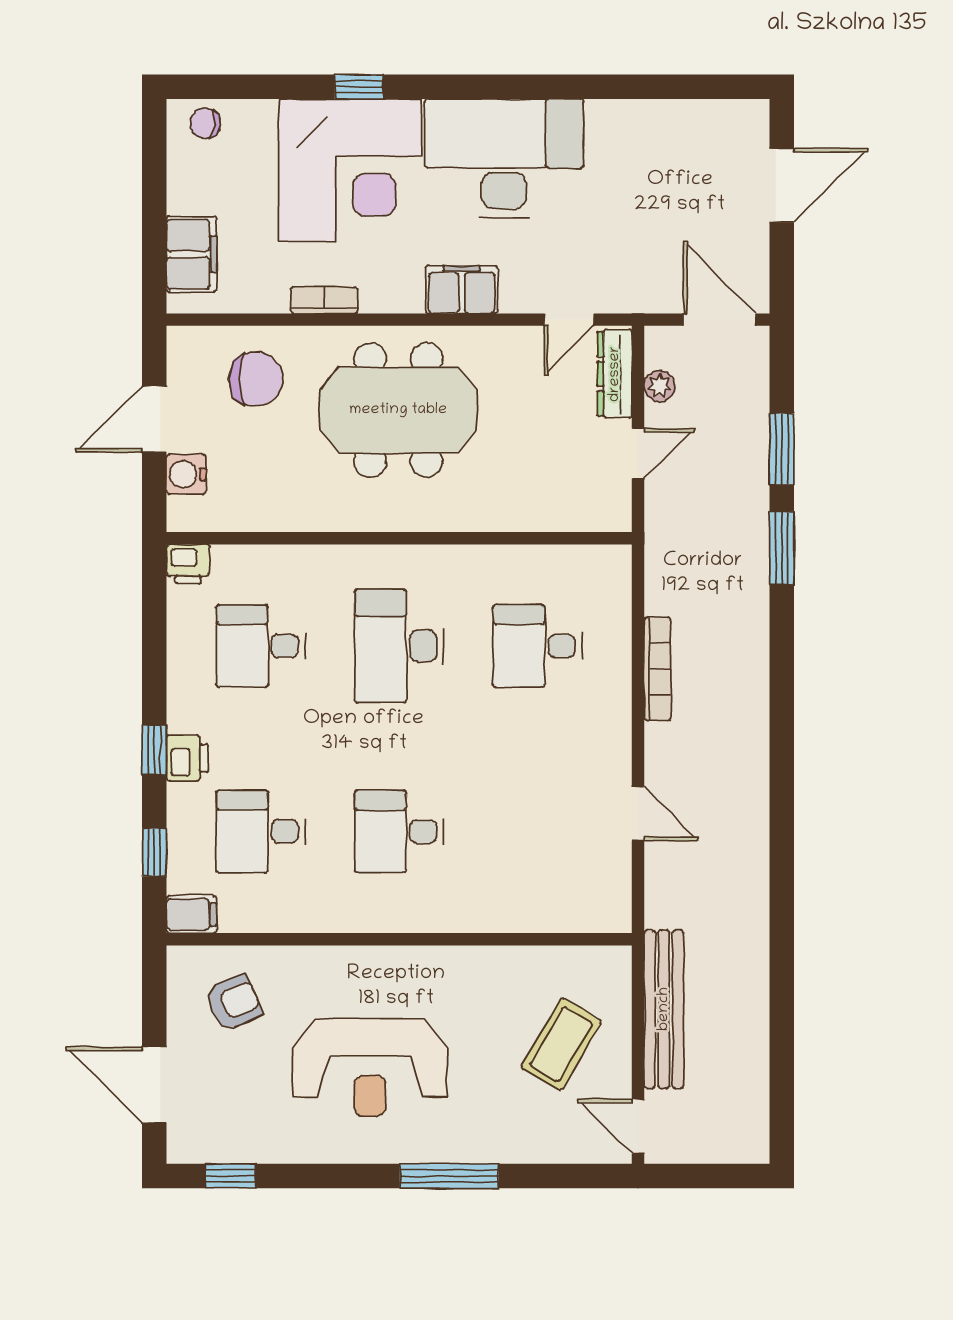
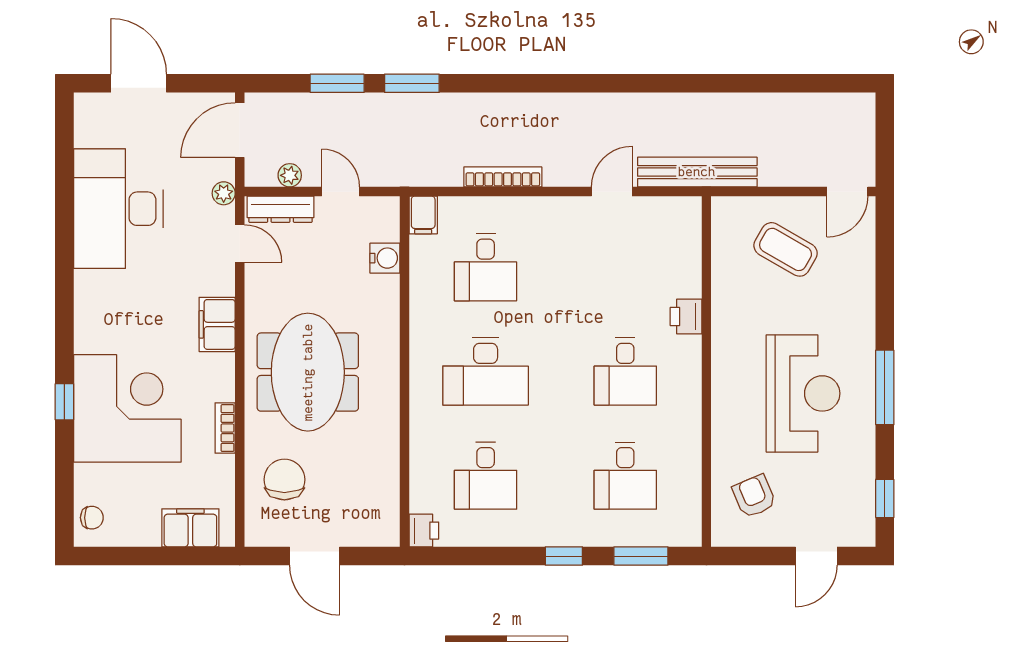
chair: (205, 123) -> (92, 518), turned -97
desk: (504, 158) -> (118, 209), moved
plant: (636, 298) -> (224, 193), added
water cooler: (186, 474) -> (385, 258), moved, turned -90
printer: (187, 758) -> (686, 317), moved, turned -90
window: (154, 852) -> (641, 556), width x1.50
filing cabinet: (191, 914) -> (423, 215), moved, turned 180
bench: (664, 1009) -> (697, 172), moved
door: (154, 1085) -> (816, 556), width x0.73
window: (449, 1176) -> (885, 387), moved

